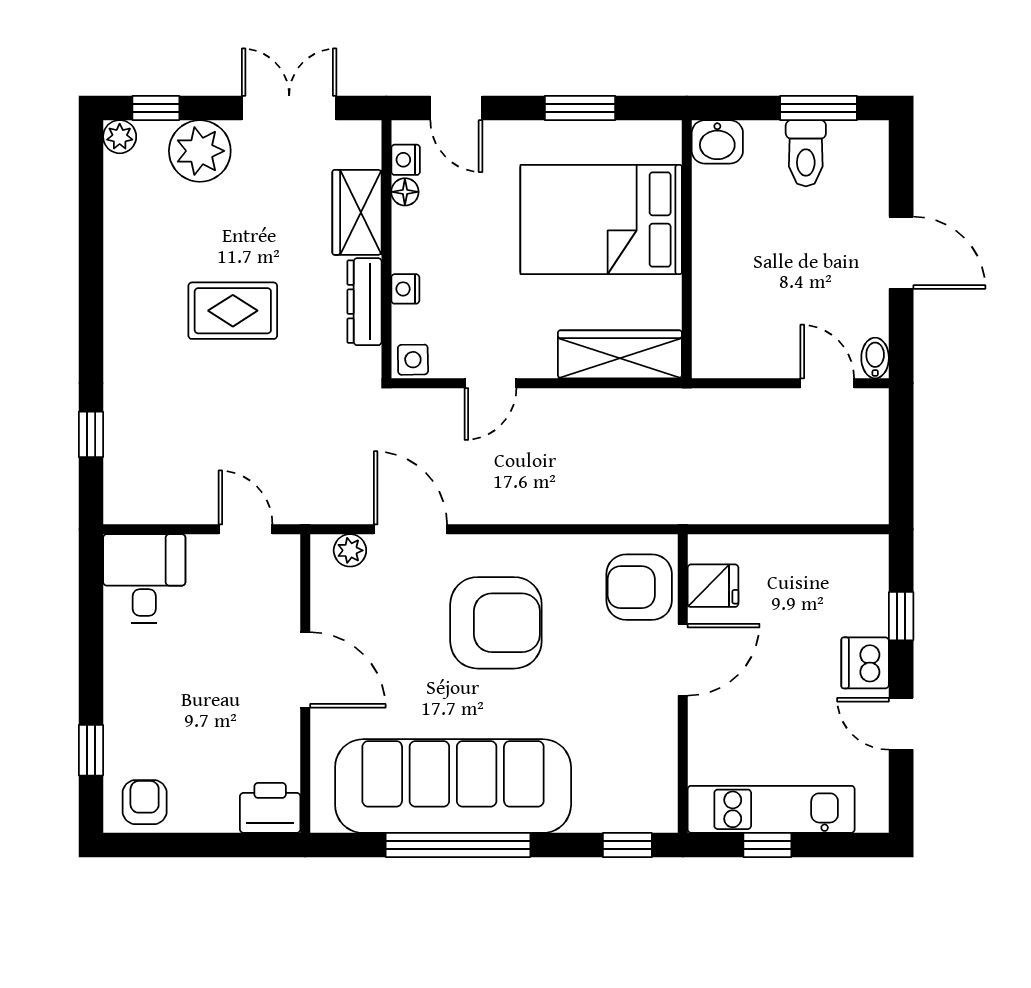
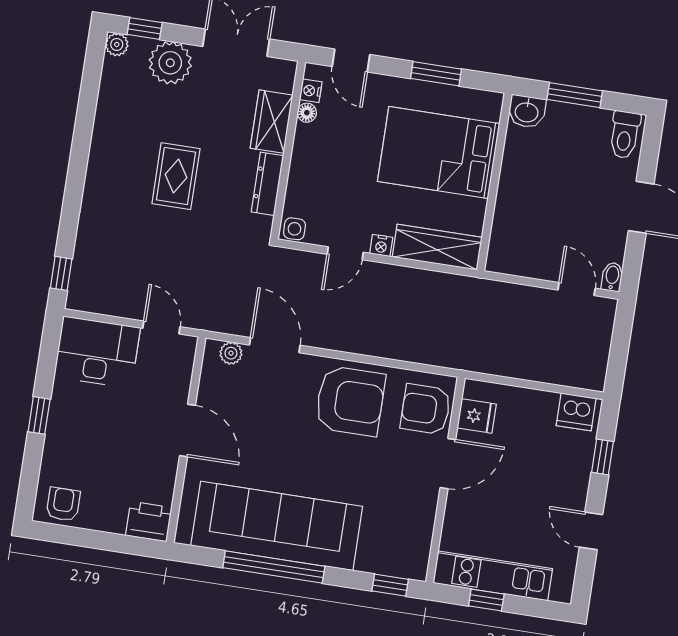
window: (818, 108) -> (575, 95), moved
toilet: (806, 153) -> (625, 135), moved
nightstand: (405, 289) -> (381, 245), moved, turned -90
rug: (233, 311) -> (176, 176), turned 90
window: (91, 434) -> (61, 273), moved
desk: (144, 579) -> (97, 352), width x1.37
armchair: (496, 623) -> (350, 401), moved
dishwasher: (865, 663) -> (576, 412), moved, turned -90
window: (91, 750) -> (39, 415), moved

